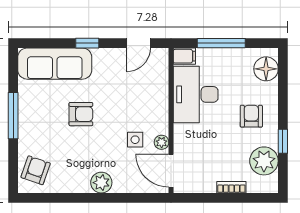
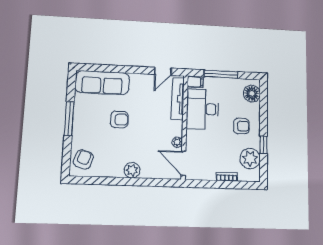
window: (87, 43) -> (126, 69), removed
tv unit: (161, 81) -> (178, 99), added
armchair: (251, 116) -> (241, 126), turned 90
side table: (135, 140) -> (158, 140), removed

